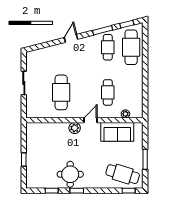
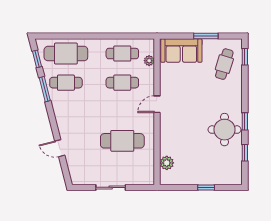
door: (71, 38) -> (60, 148), moved
cafe table: (131, 92) -> (122, 54), added
door: (90, 120) -> (157, 104), hinge flipped
plant: (75, 128) -> (167, 163), moved
sofa: (117, 132) -> (181, 51), moved, turned 90
cafe table: (123, 174) -> (224, 64), width x0.73, depth x0.74

